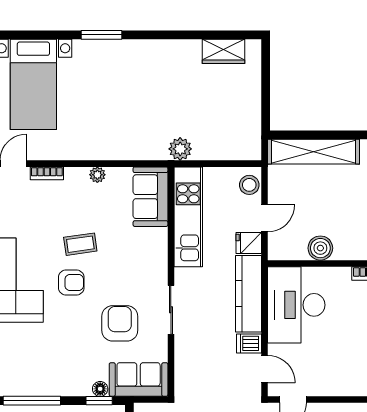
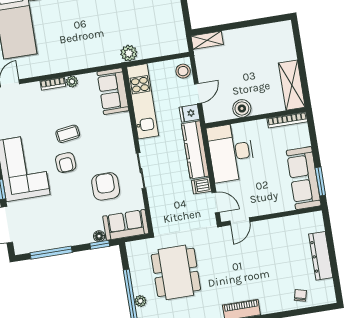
shelving: (314, 152) -> (207, 40), width x0.45, depth x0.75
bookcase: (47, 173) -> (53, 84), moved
armchair: (71, 283) -> (66, 163), turned 86

